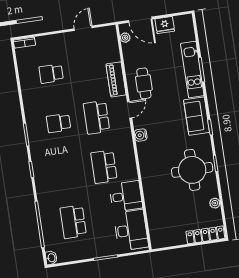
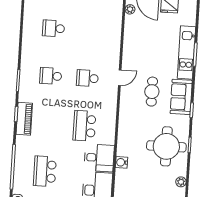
piano: (116, 79) -> (24, 119), moved, turned 180
cafe table: (144, 83) -> (152, 92), moved
school desk: (97, 117) -> (87, 78), width x0.54
water cooler: (141, 135) -> (122, 162), moved

